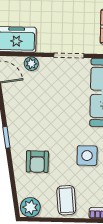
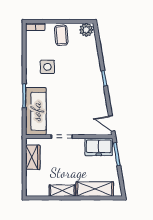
plant: (31, 64) -> (88, 130), removed
armchair: (37, 162) -> (82, 62), removed

